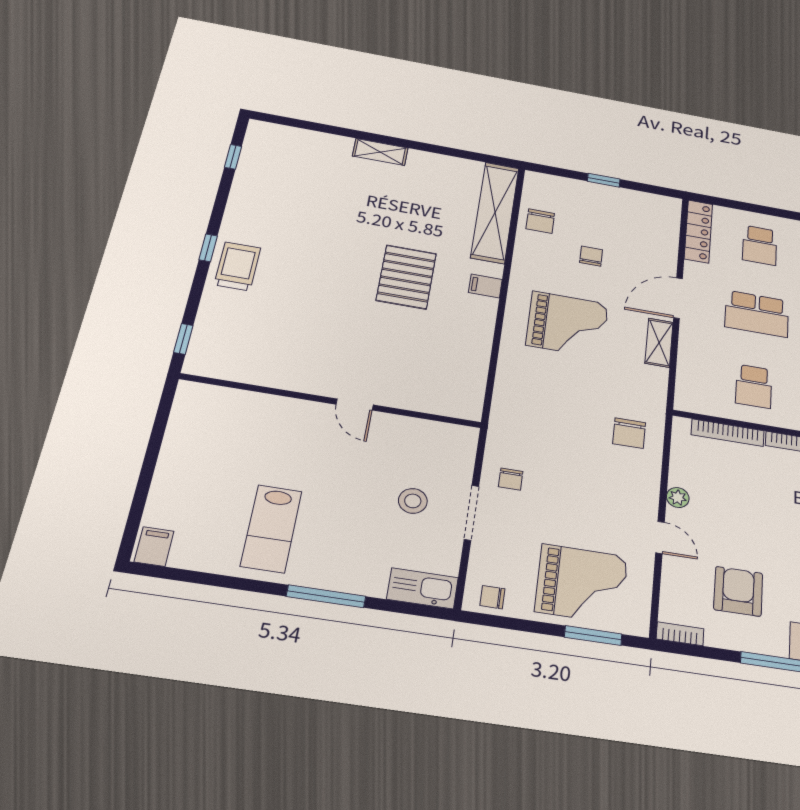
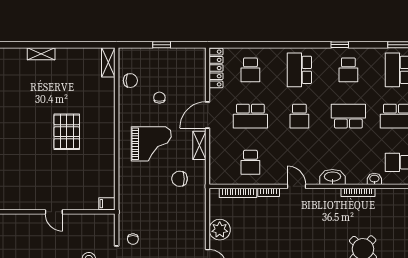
shelving: (495, 212) -> (108, 62), width x0.45, depth x0.75
chair: (540, 221) -> (130, 81), turned -90
filing cabinet: (485, 286) -> (107, 204), moved
chair: (629, 433) -> (180, 179), moved, turned 90
plant: (678, 497) -> (220, 230), width x1.88, depth x1.88

